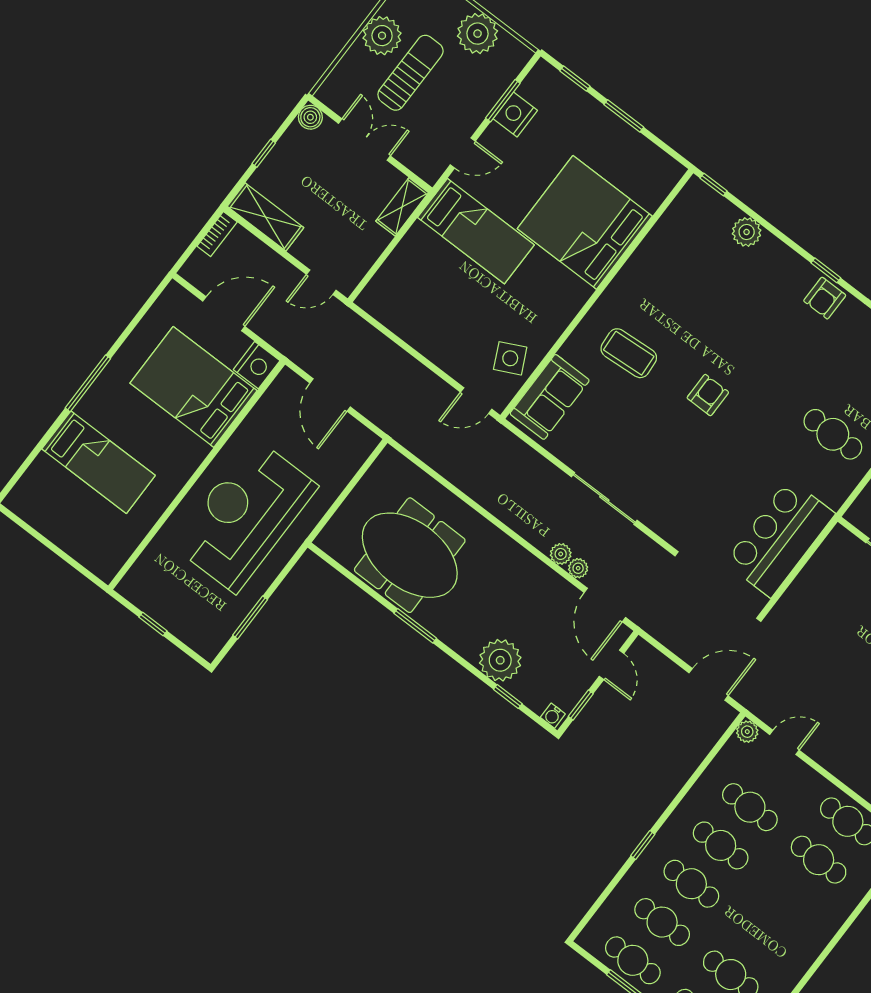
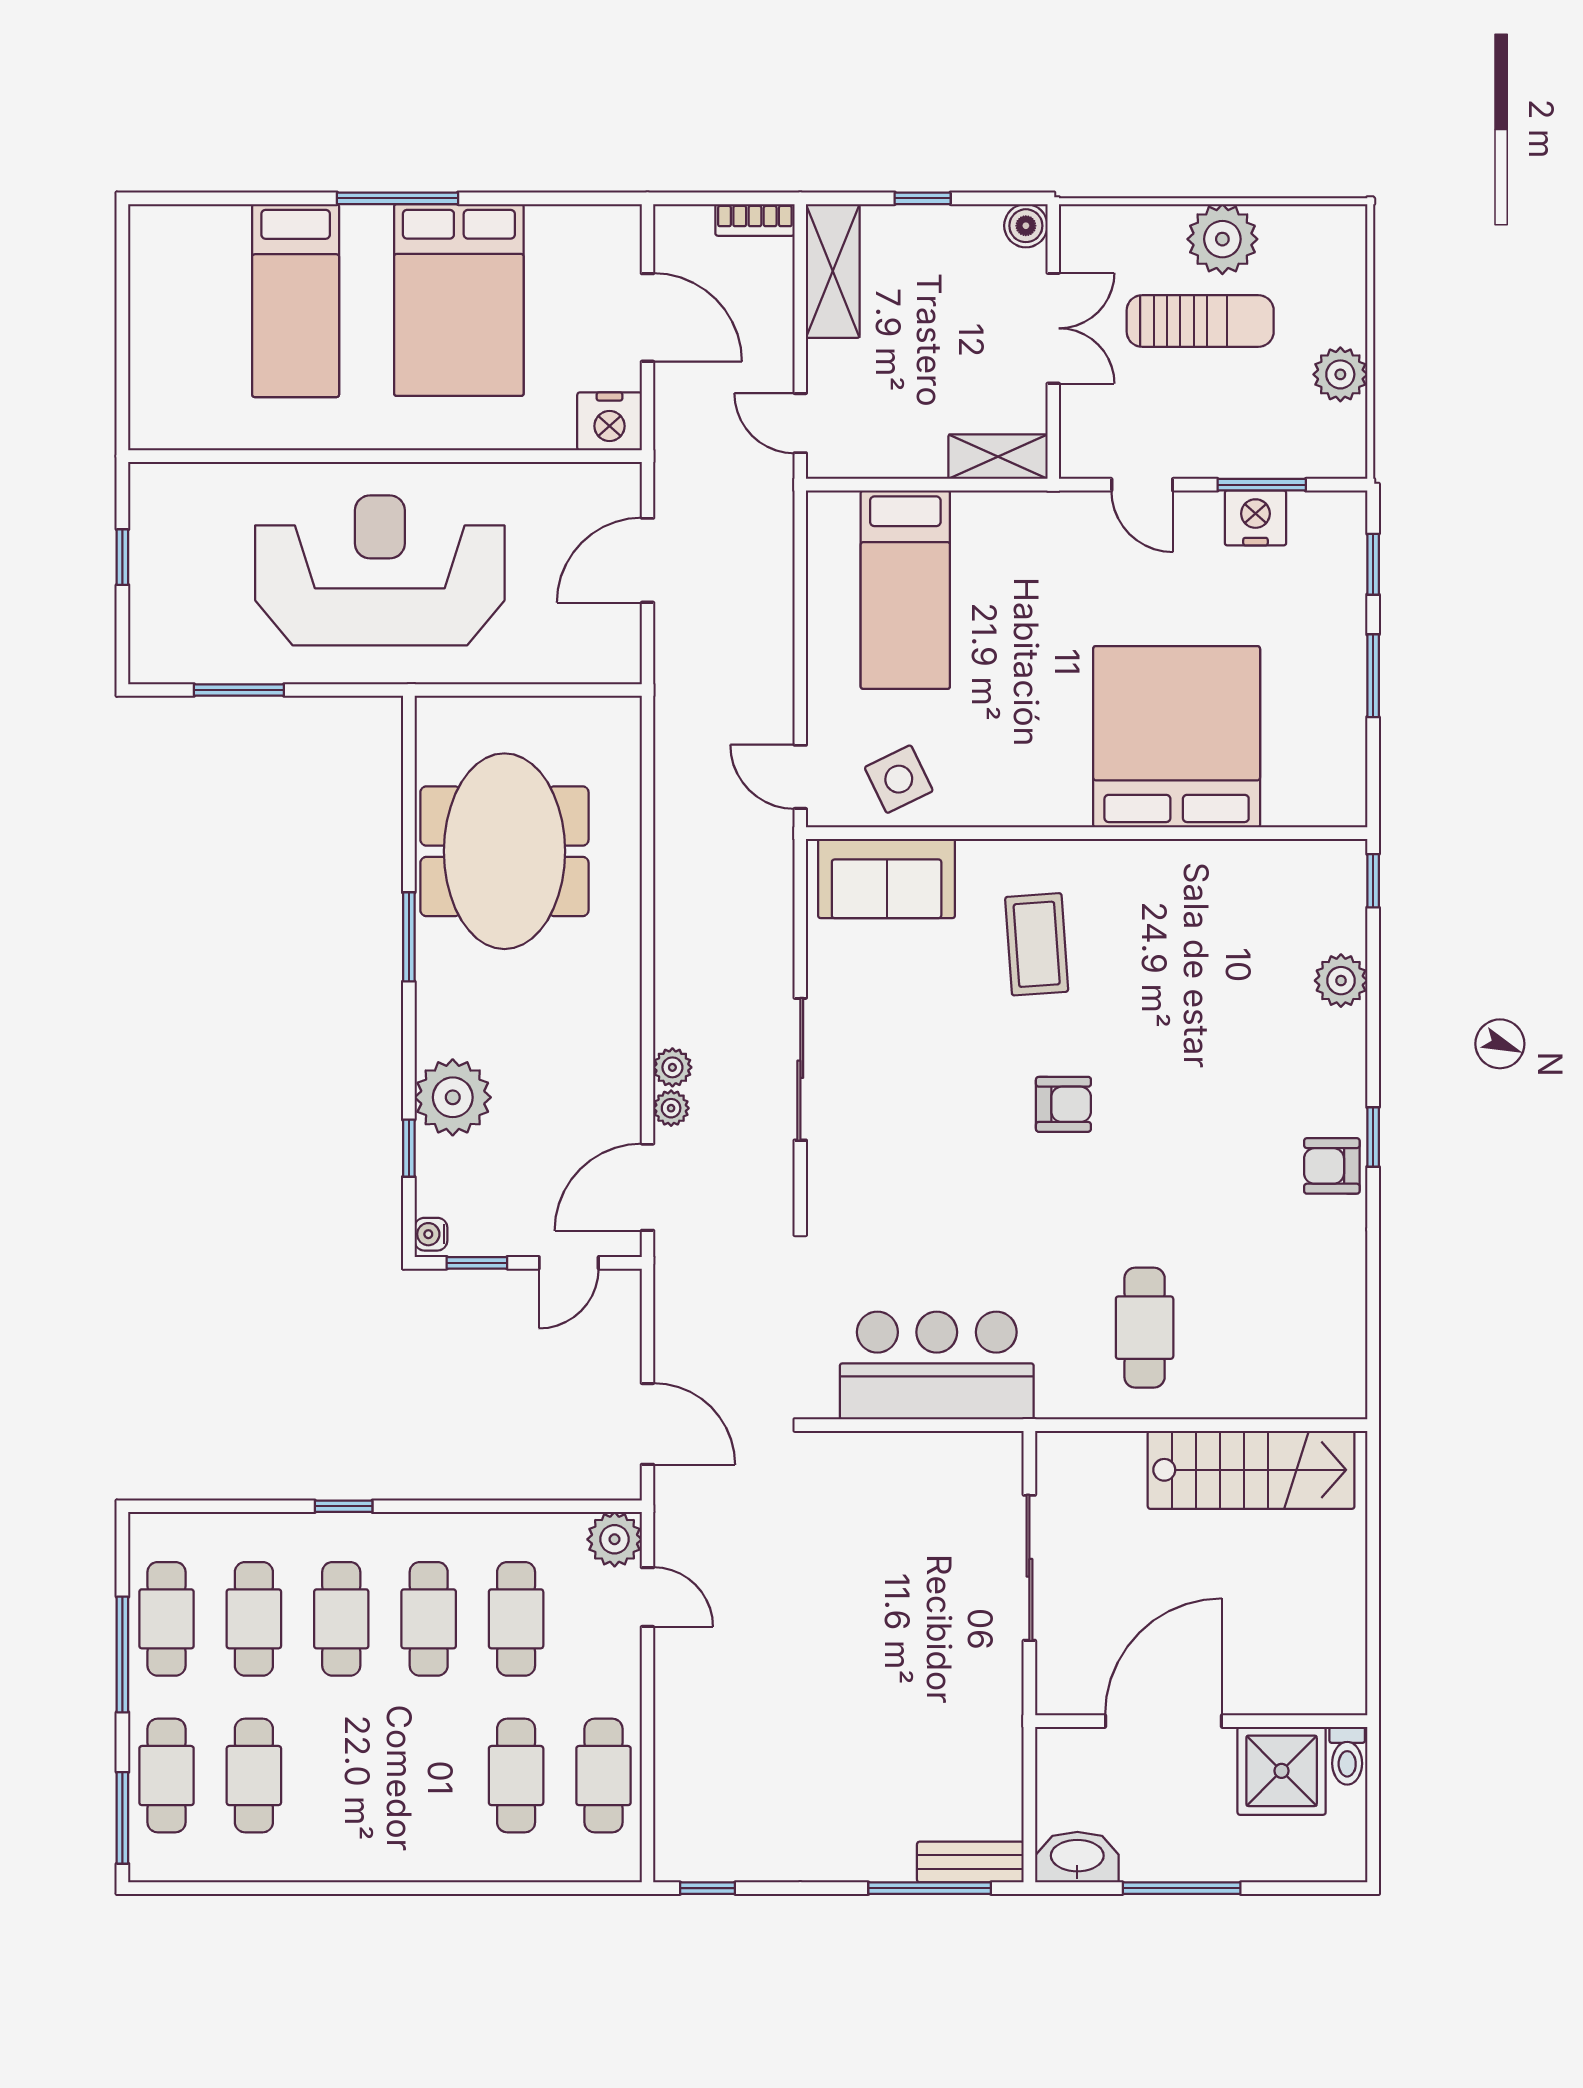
plant: (478, 34) -> (1340, 374), width x0.73, depth x0.73
bed: (476, 231) -> (905, 590), moved
bed: (194, 387) -> (459, 300), moved, turned 180
plant: (747, 732) -> (615, 1539), width x1.38, depth x1.38

